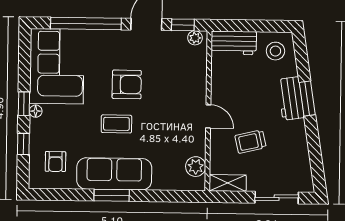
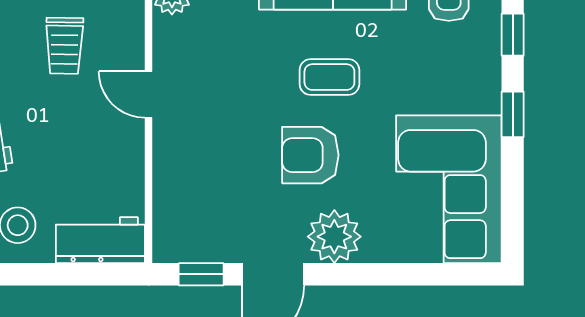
window: (86, 24) -> (393, 274), removed
plant: (195, 38) -> (334, 237), moved, width x1.87, depth x1.87
floor lamp: (36, 111) -> (489, 100), removed
trolley: (250, 142) -> (64, 46), turned 104

